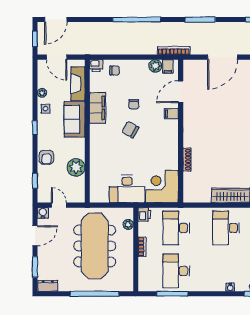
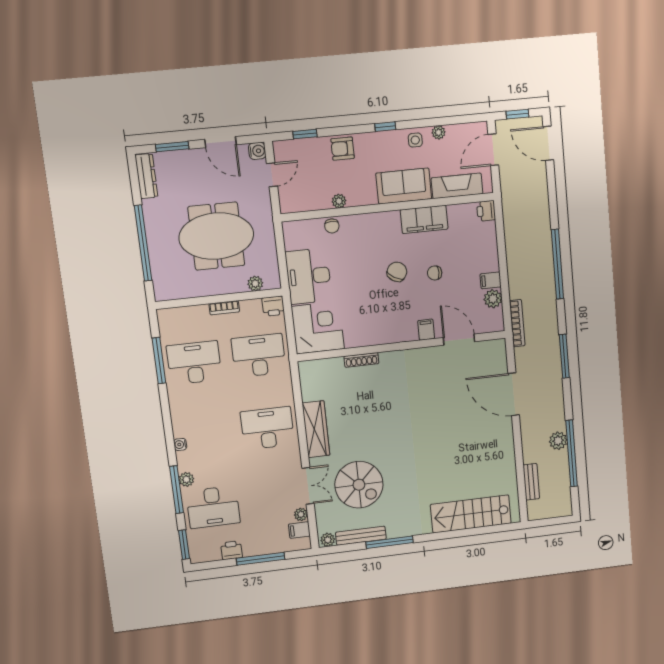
filing cabinet: (168, 66) -> (491, 280), moved
chair: (115, 70) -> (332, 226), moved
plant: (76, 167) -> (339, 201), width x0.53, depth x0.53
meeting table: (95, 246) -> (216, 236), width x0.73
dresser: (48, 286) -> (146, 176), width x1.44

